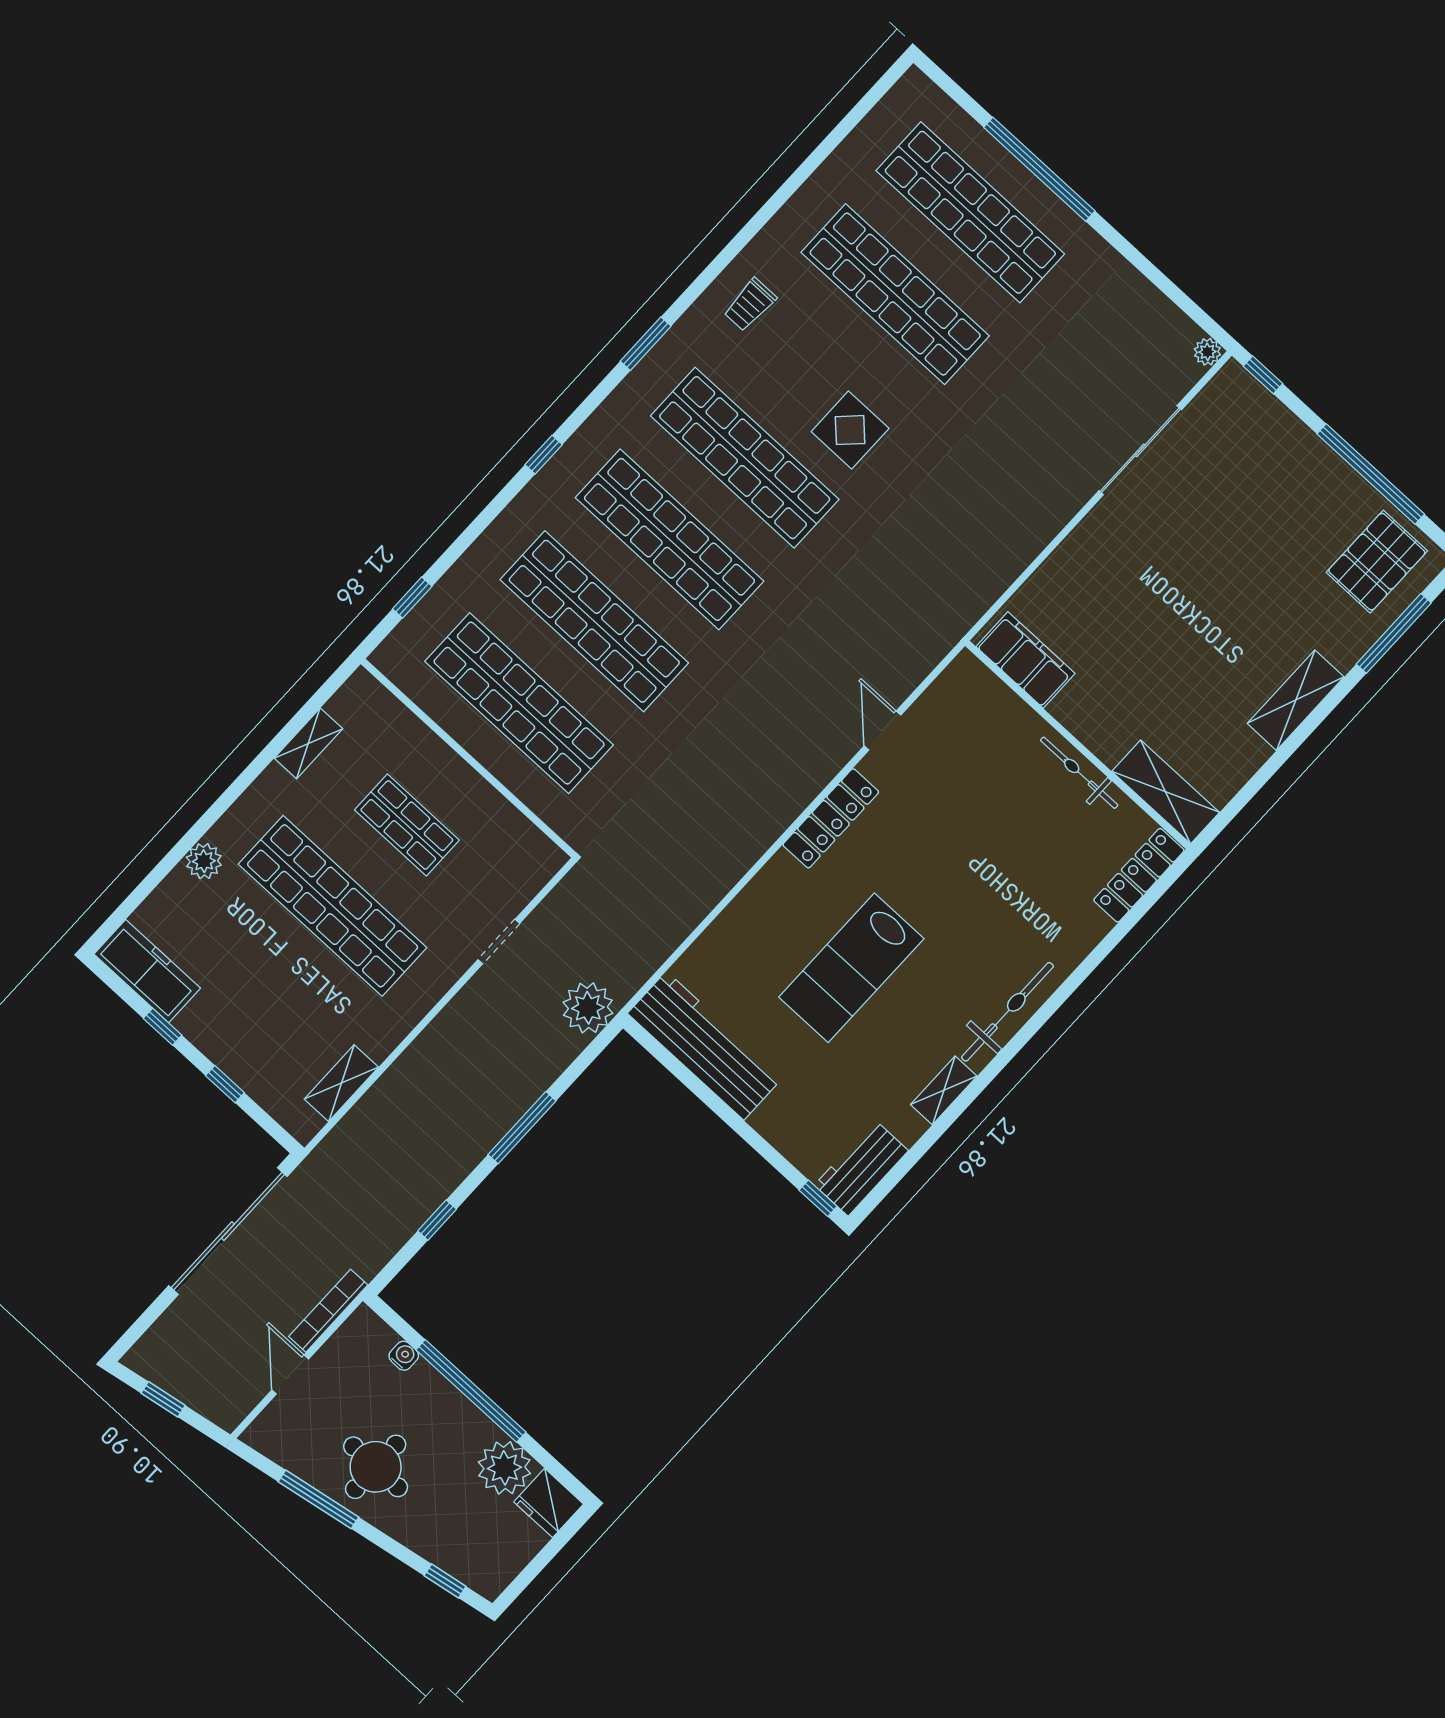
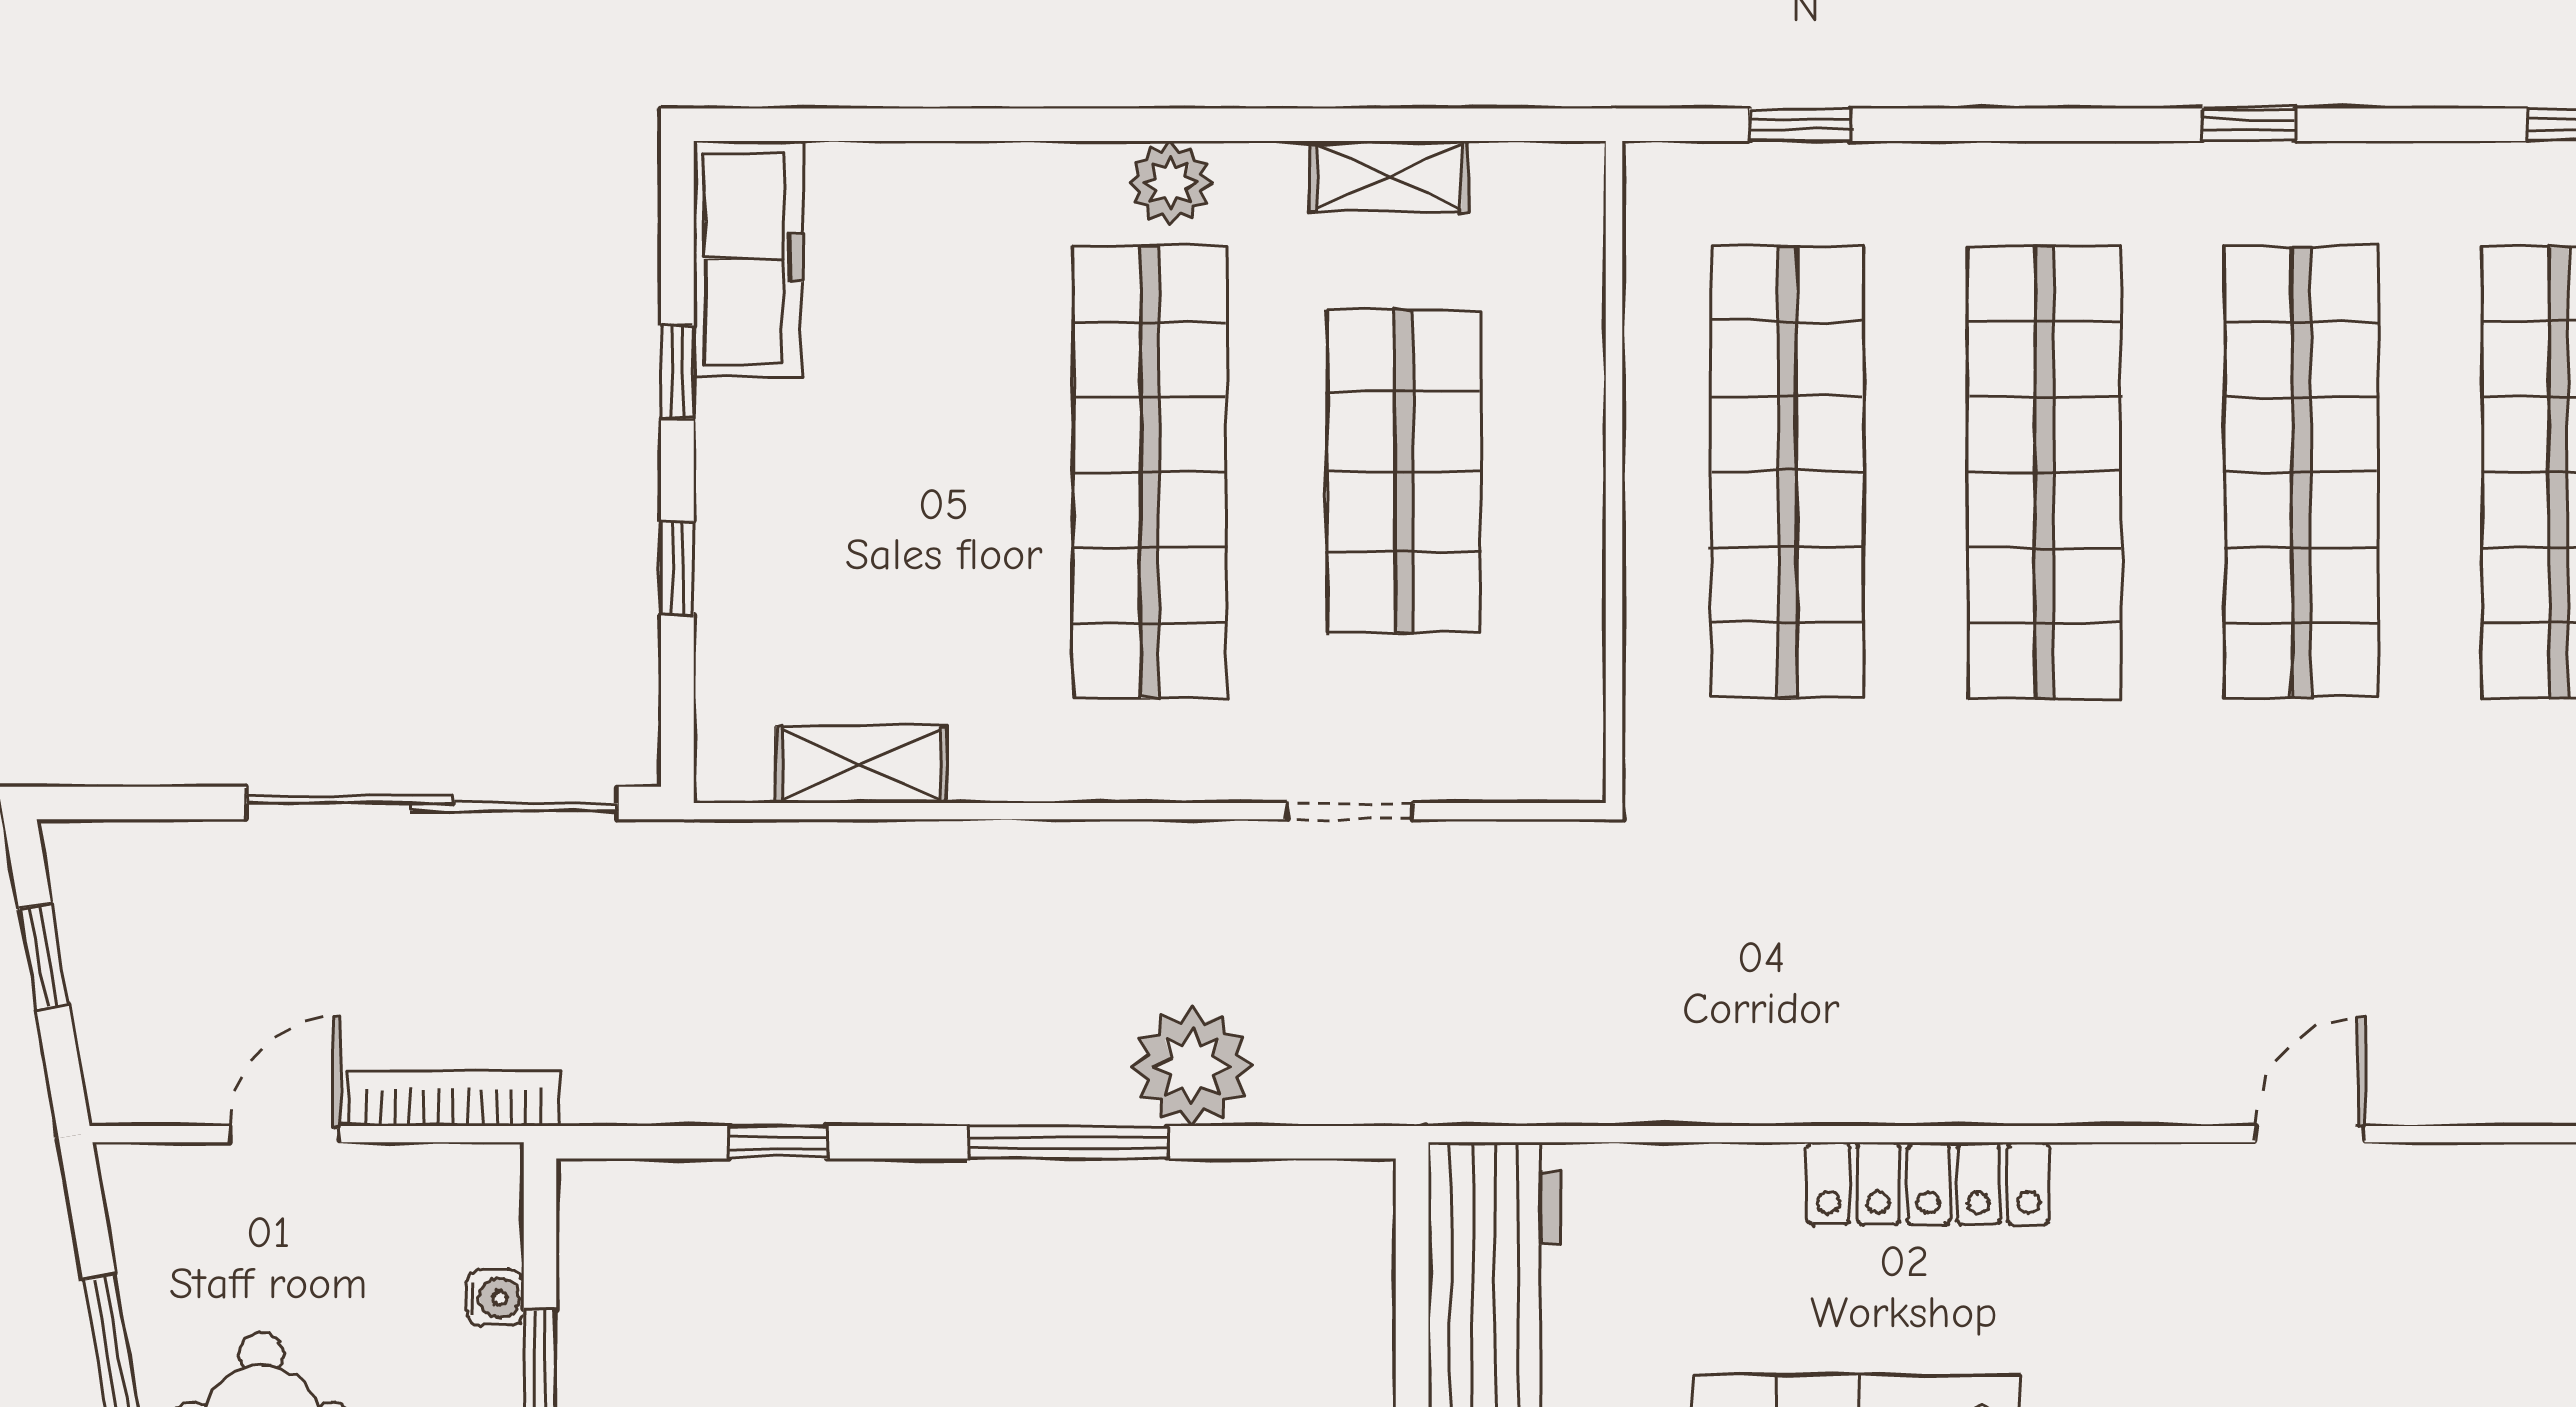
locker: (831, 818) -> (1928, 1184), moved
shop shelf: (407, 825) -> (1404, 472), width x1.43, depth x1.36
plant: (204, 861) -> (1171, 183), moved
plant: (588, 1008) -> (1192, 1067), moved

